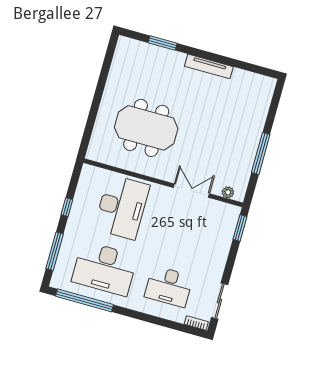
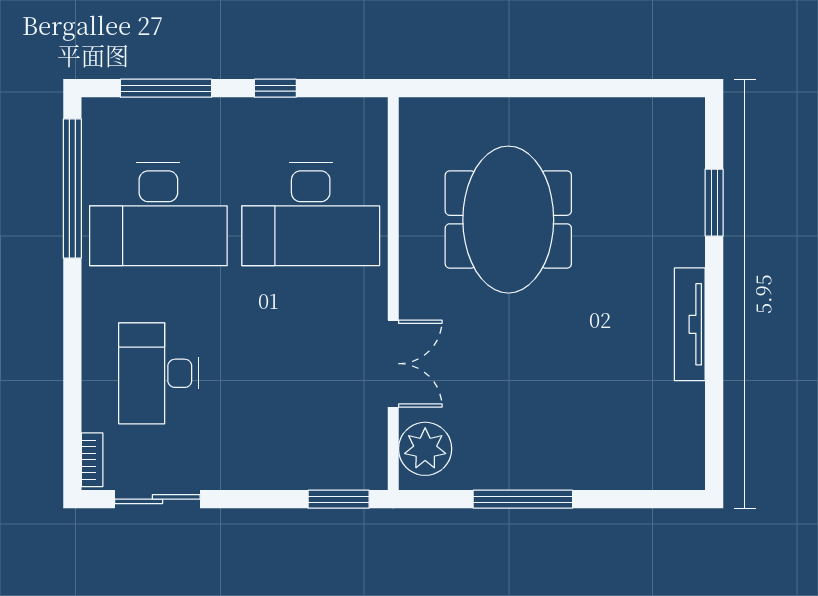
plant: (228, 192) -> (425, 449), width x1.88, depth x1.88
desk: (105, 269) -> (158, 214), turned -90

